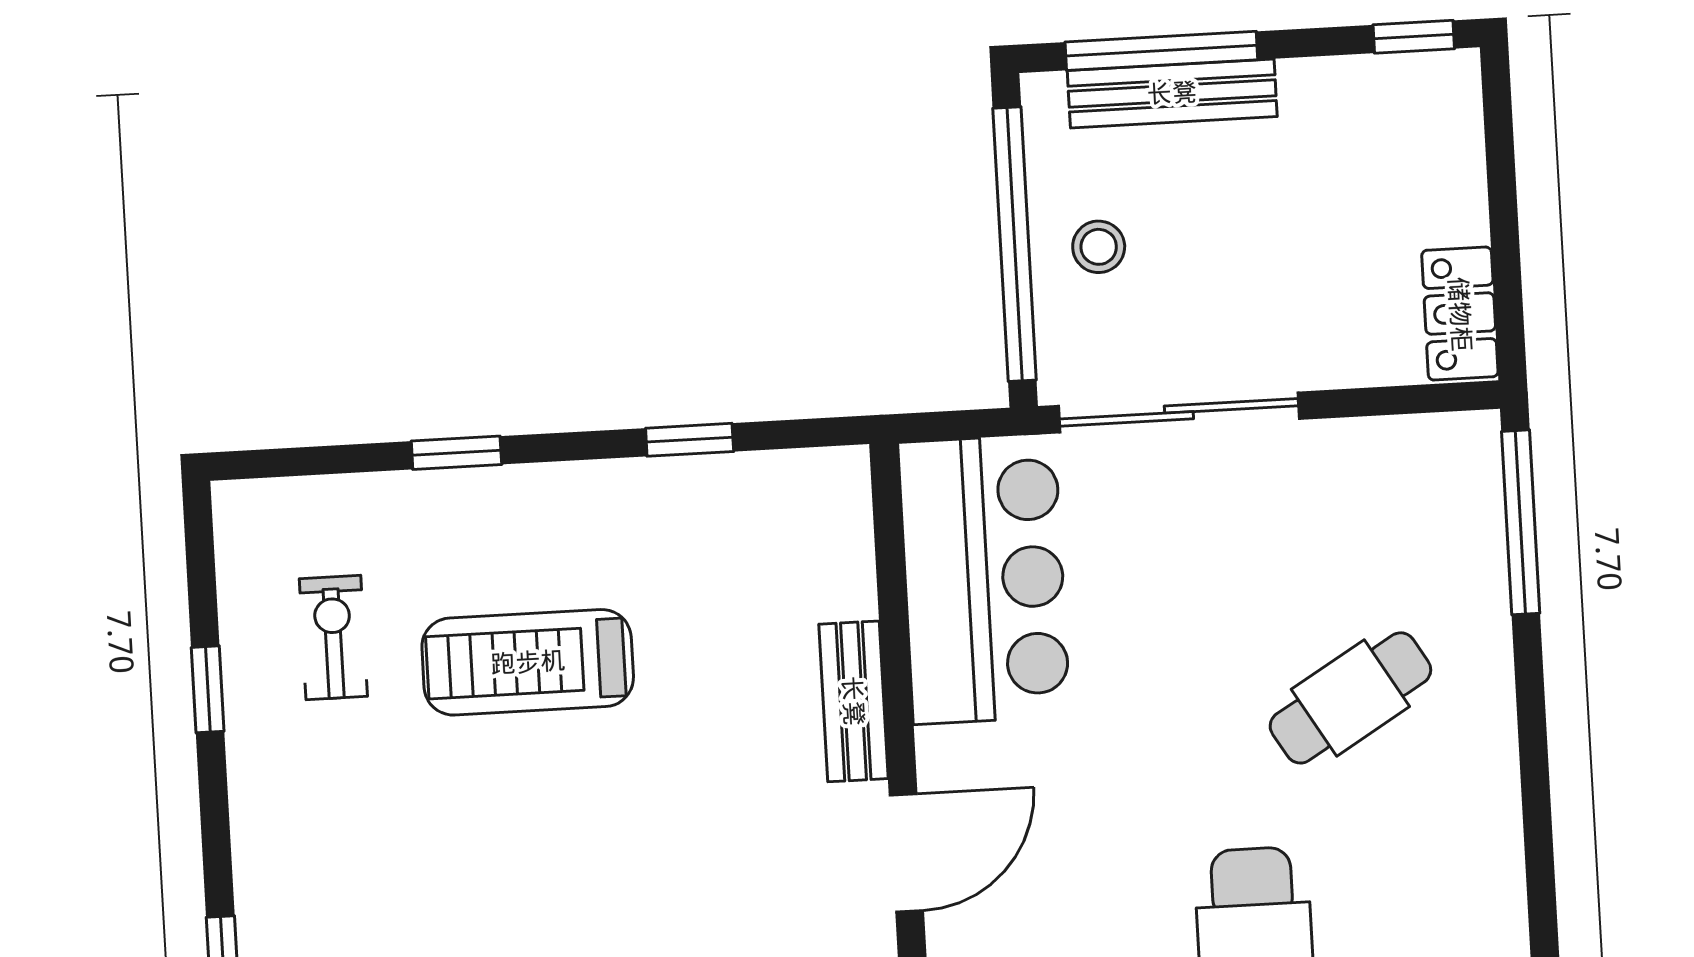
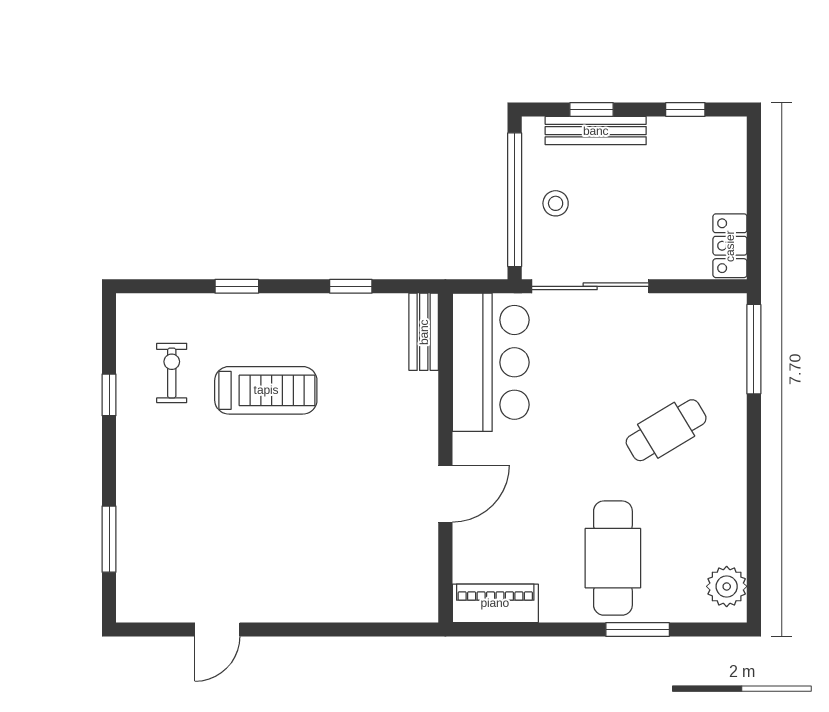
window: (1414, 37) -> (685, 109), moved
window: (1161, 51) -> (592, 109), width x0.46
treadmill: (528, 662) -> (266, 390), turned 180
bench: (853, 701) -> (424, 332), moved

